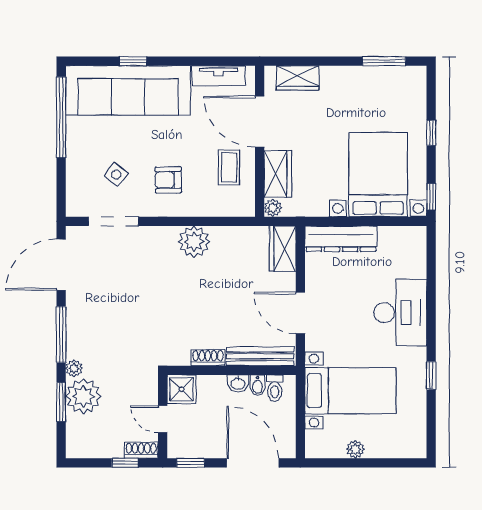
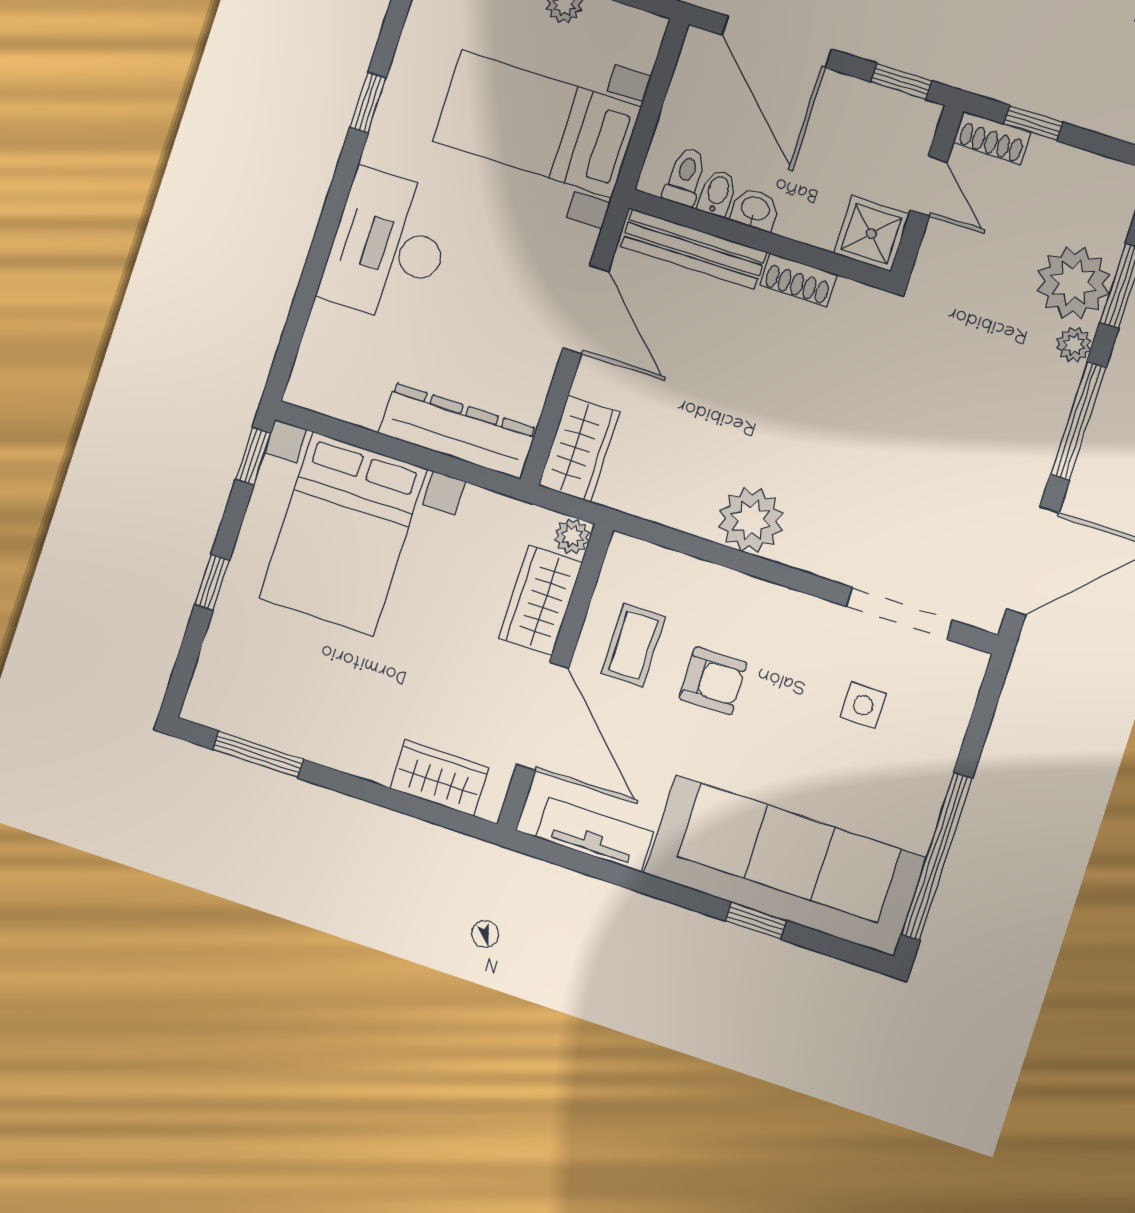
side table: (116, 175) -> (863, 705), turned -38
armchair: (168, 180) -> (713, 681), moved

